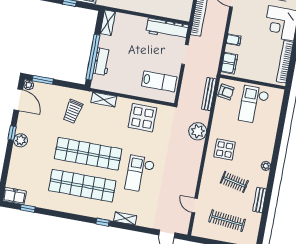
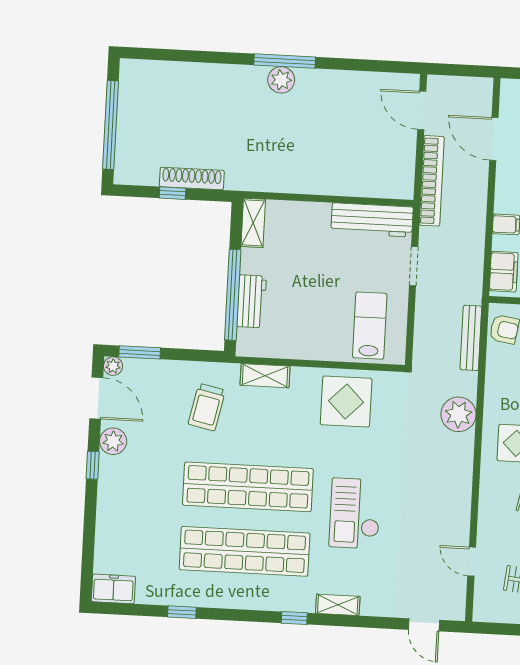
lab bench: (159, 81) -> (370, 326), turned -90
plant: (21, 140) -> (113, 441), moved
window: (28, 208) -> (182, 612), moved

